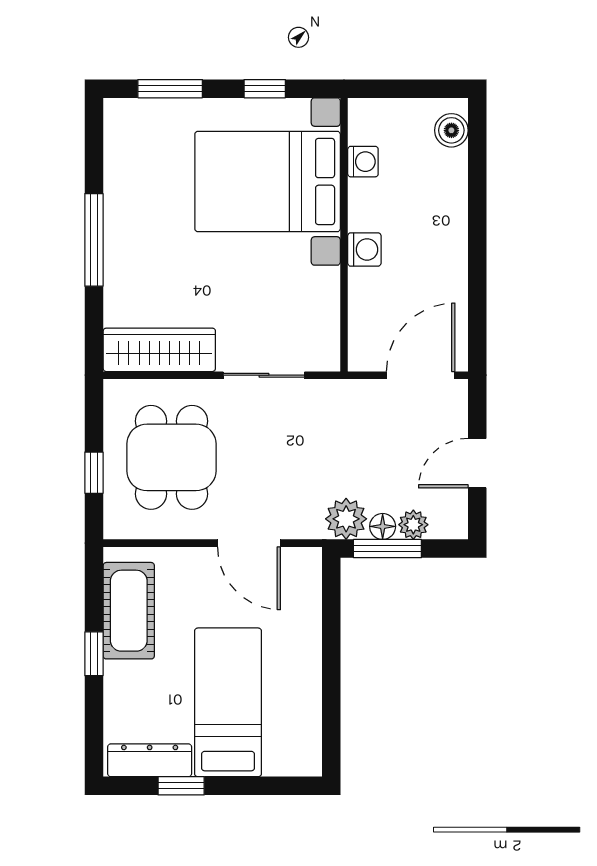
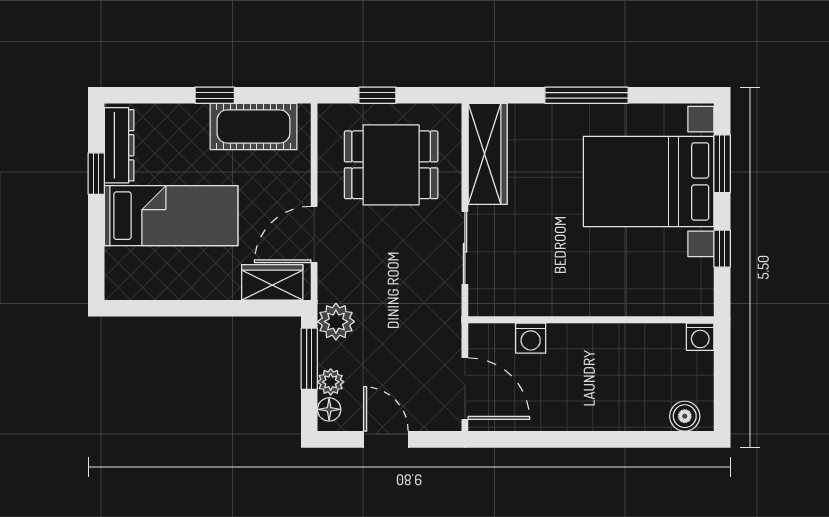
washing machine: (363, 162) -> (700, 337), moved
bed with nightstands: (268, 181) -> (649, 181), moved, turned -90
washing machine: (364, 249) -> (531, 338), moved
floor lamp: (383, 526) -> (329, 409), moved
wardrobe: (302, 590) -> (272, 282), added

